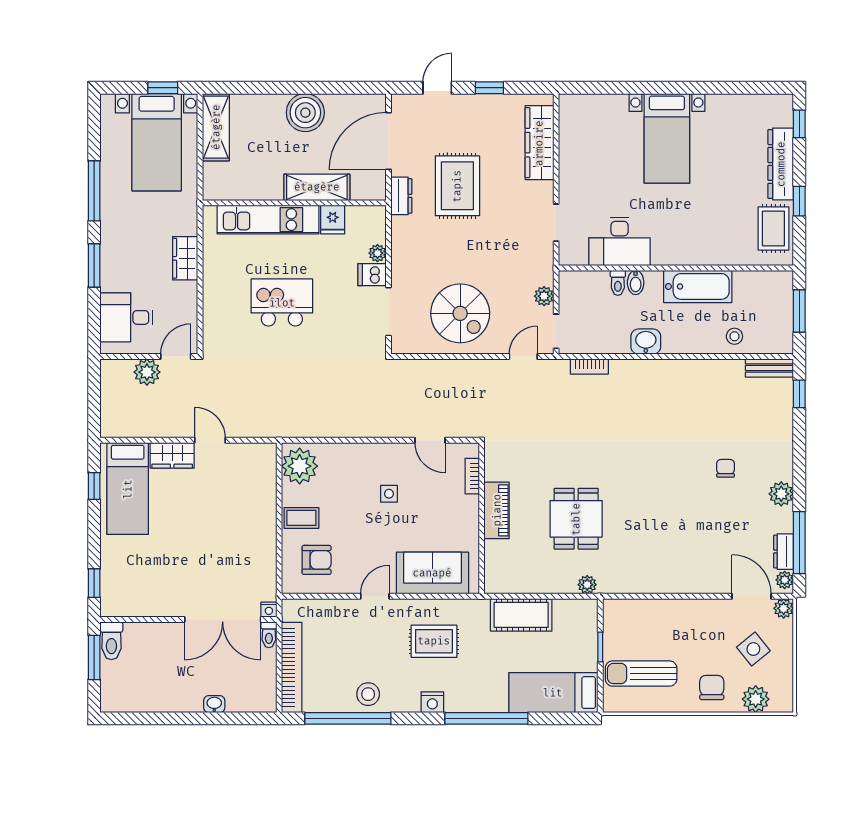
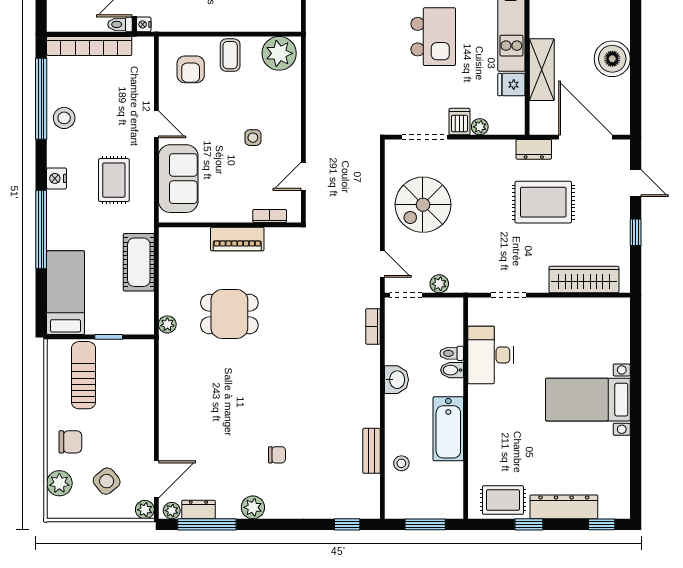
bench: (769, 368) -> (371, 451), moved

